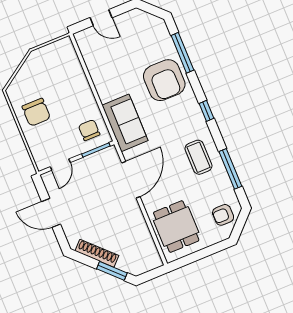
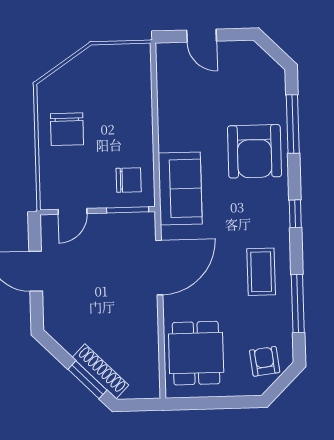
chair: (89, 130) -> (129, 180), turned 90
armchair: (223, 215) -> (265, 361), turned 83
shoe rack: (97, 253) -> (101, 371), moved

